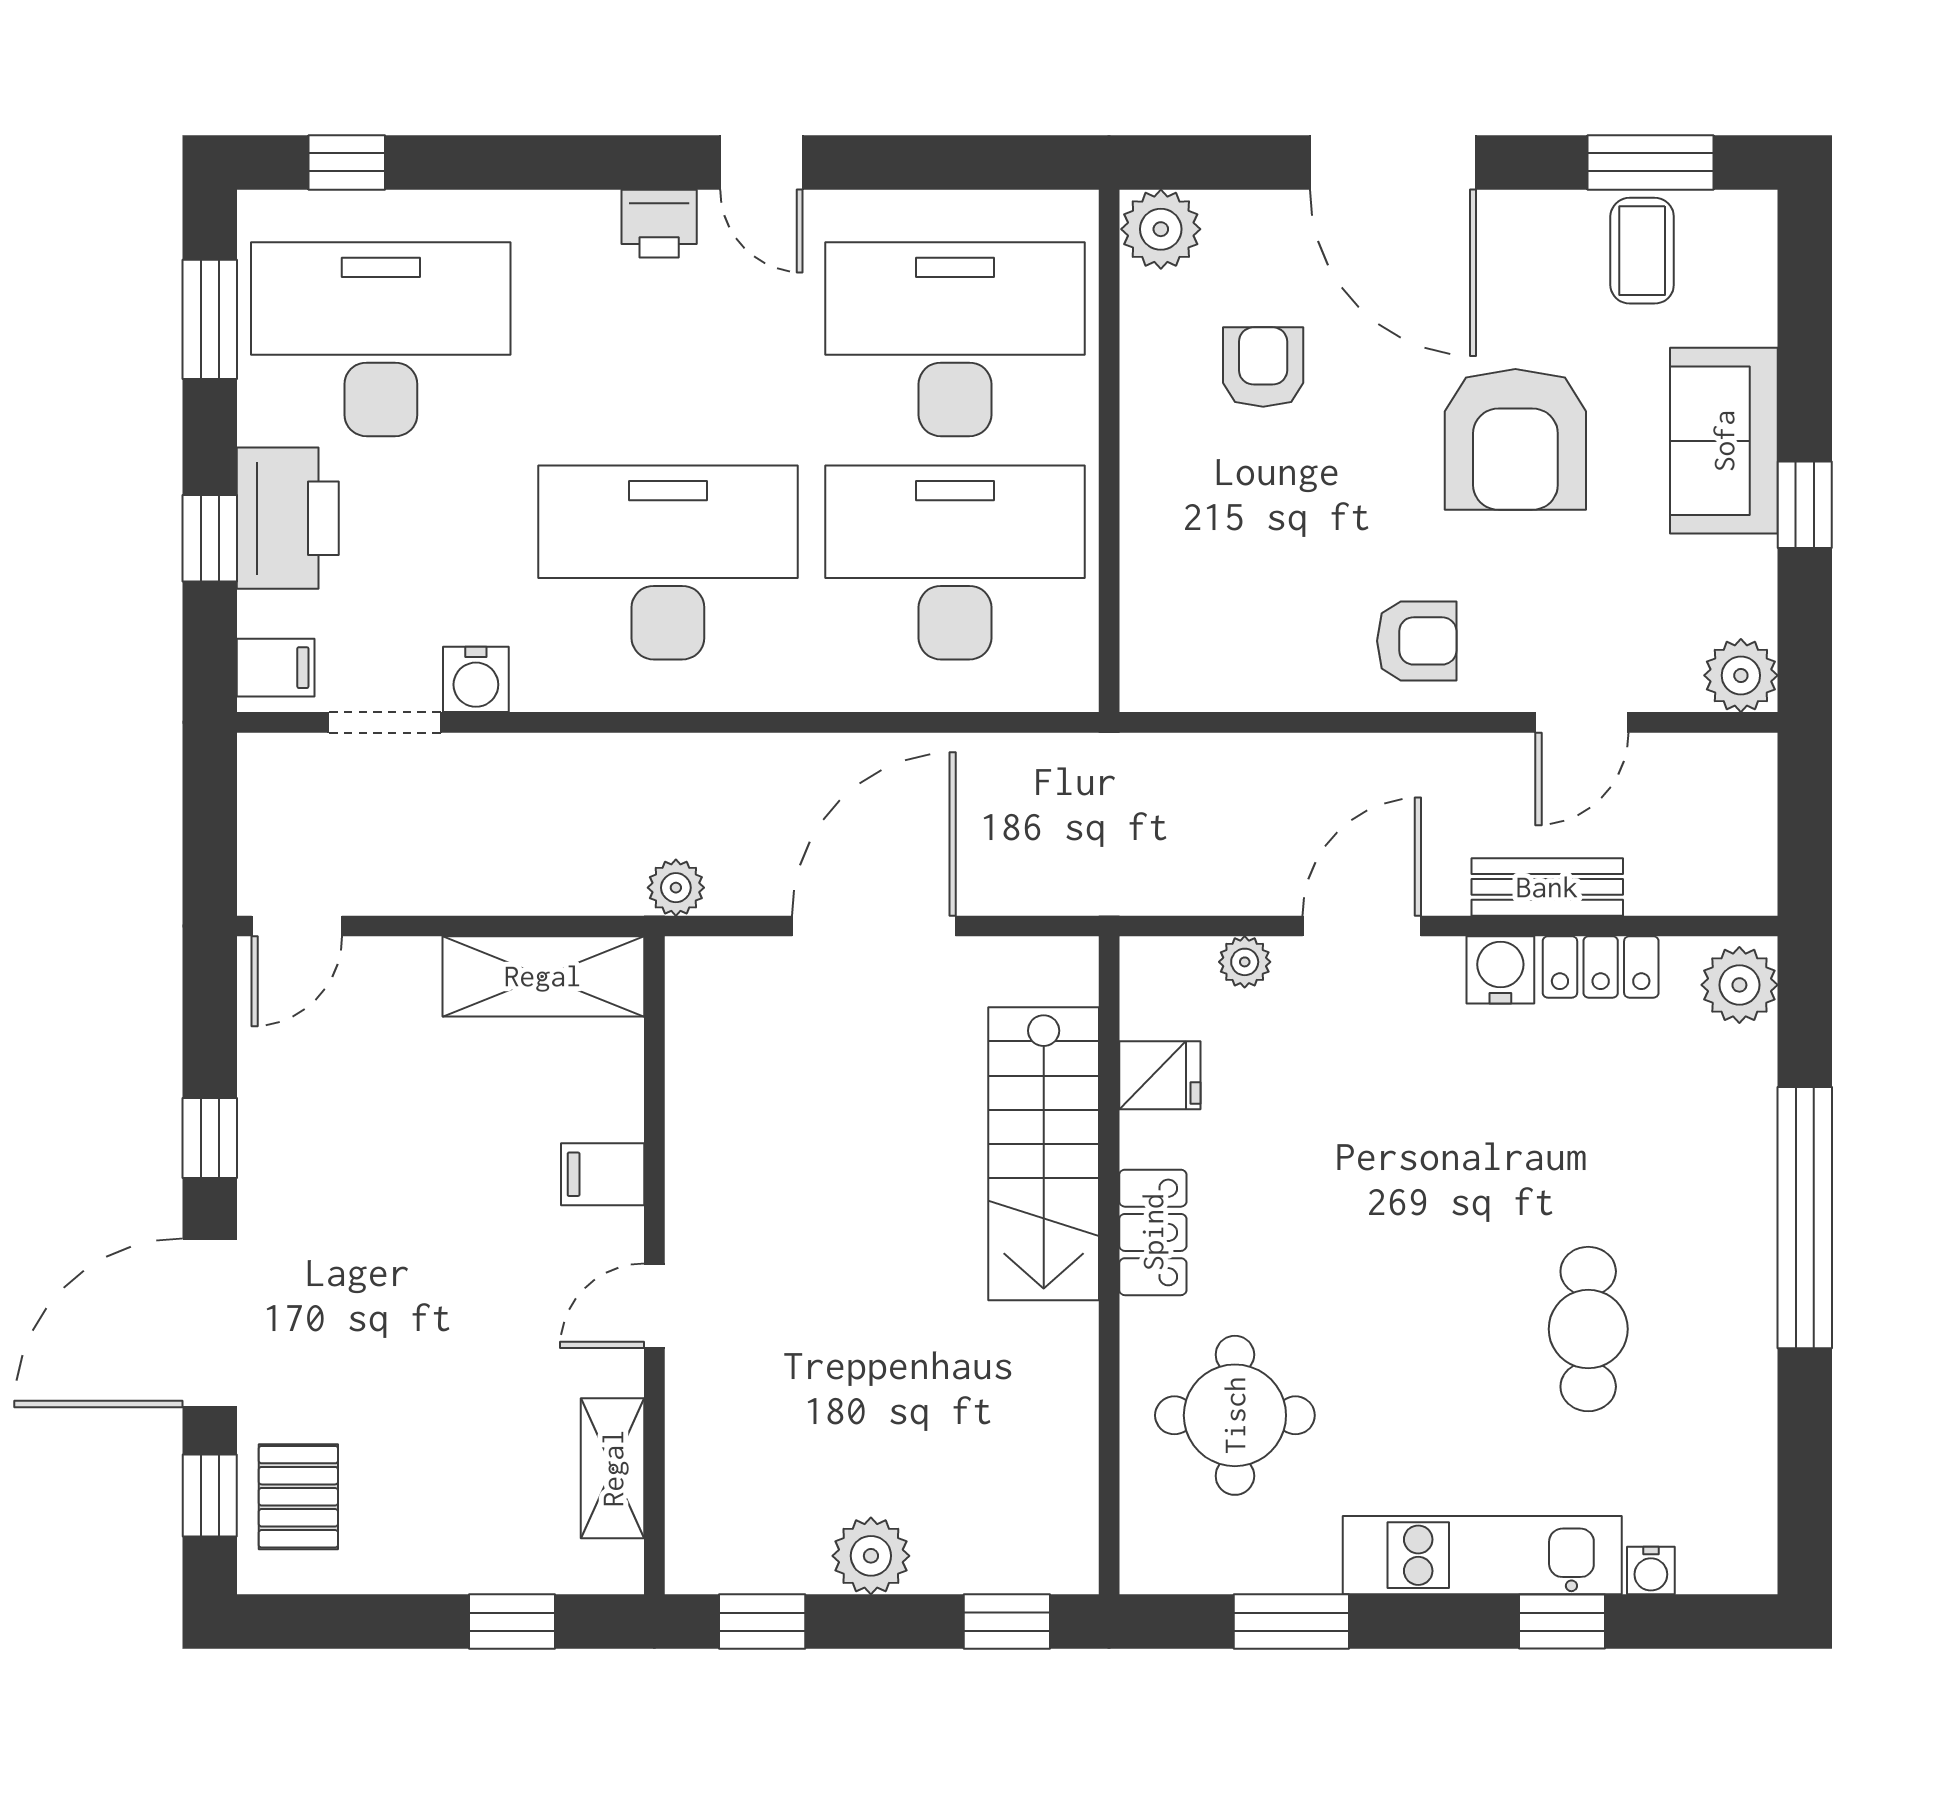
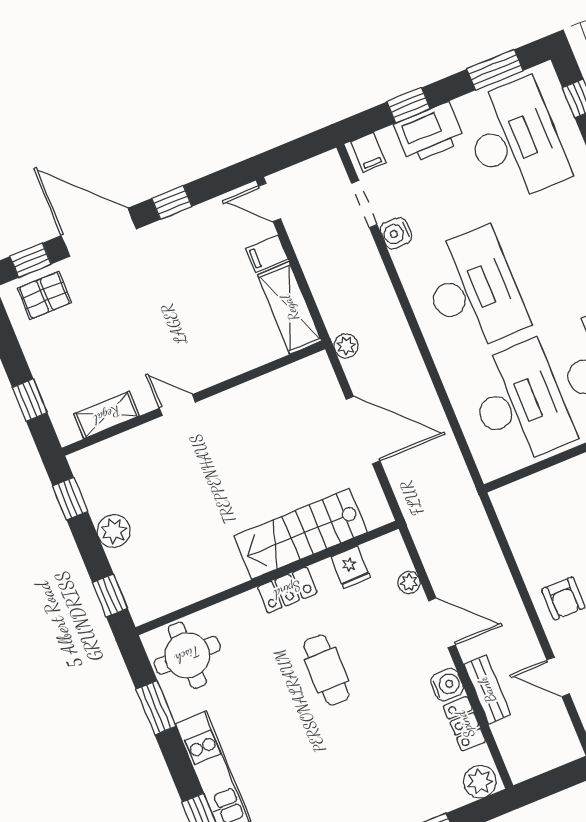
filing cabinet: (603, 1174) -> (267, 254), moved, turned -90
cafe table: (1588, 1329) -> (326, 670), moved, turned 90
round table: (1235, 1415) -> (187, 655), moved

